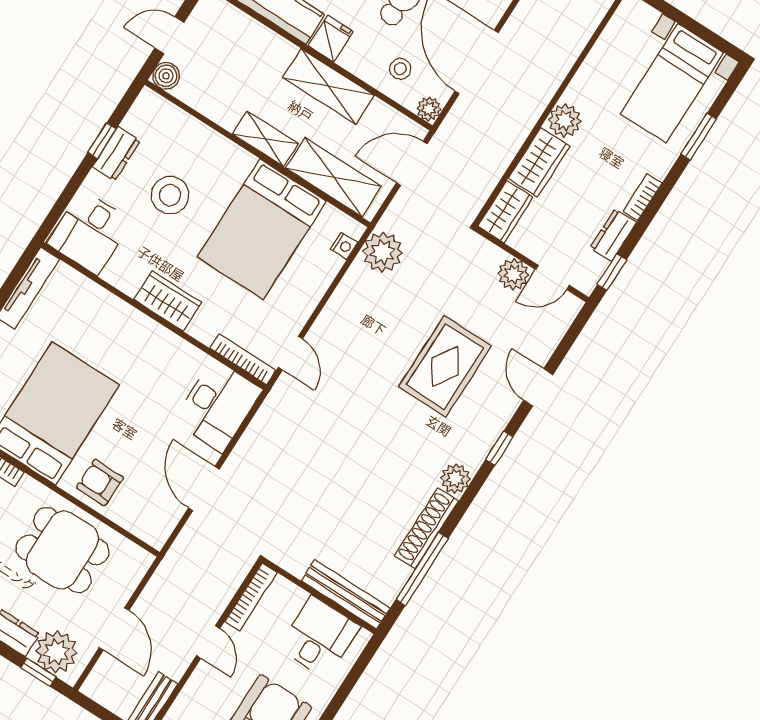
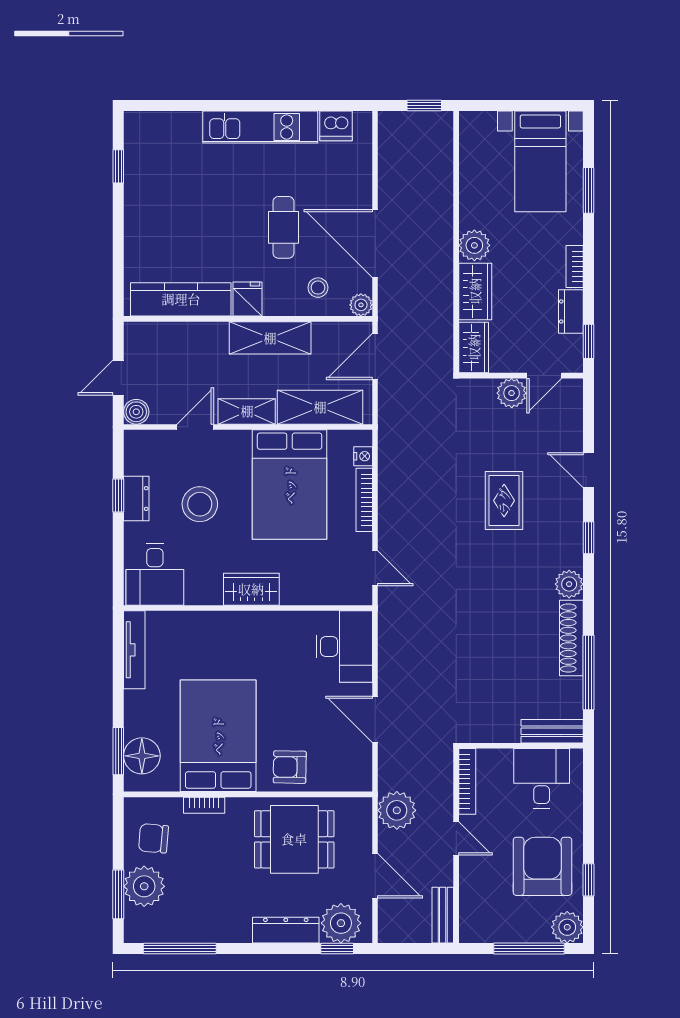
door: (210, 123) -> (195, 427), added
plant: (382, 252) -> (397, 810), moved
bookcase: (243, 359) -> (364, 500), moved, turned -90
rug: (445, 366) -> (504, 501), width x0.73, depth x0.70
bench: (346, 594) -> (552, 731), width x0.73

